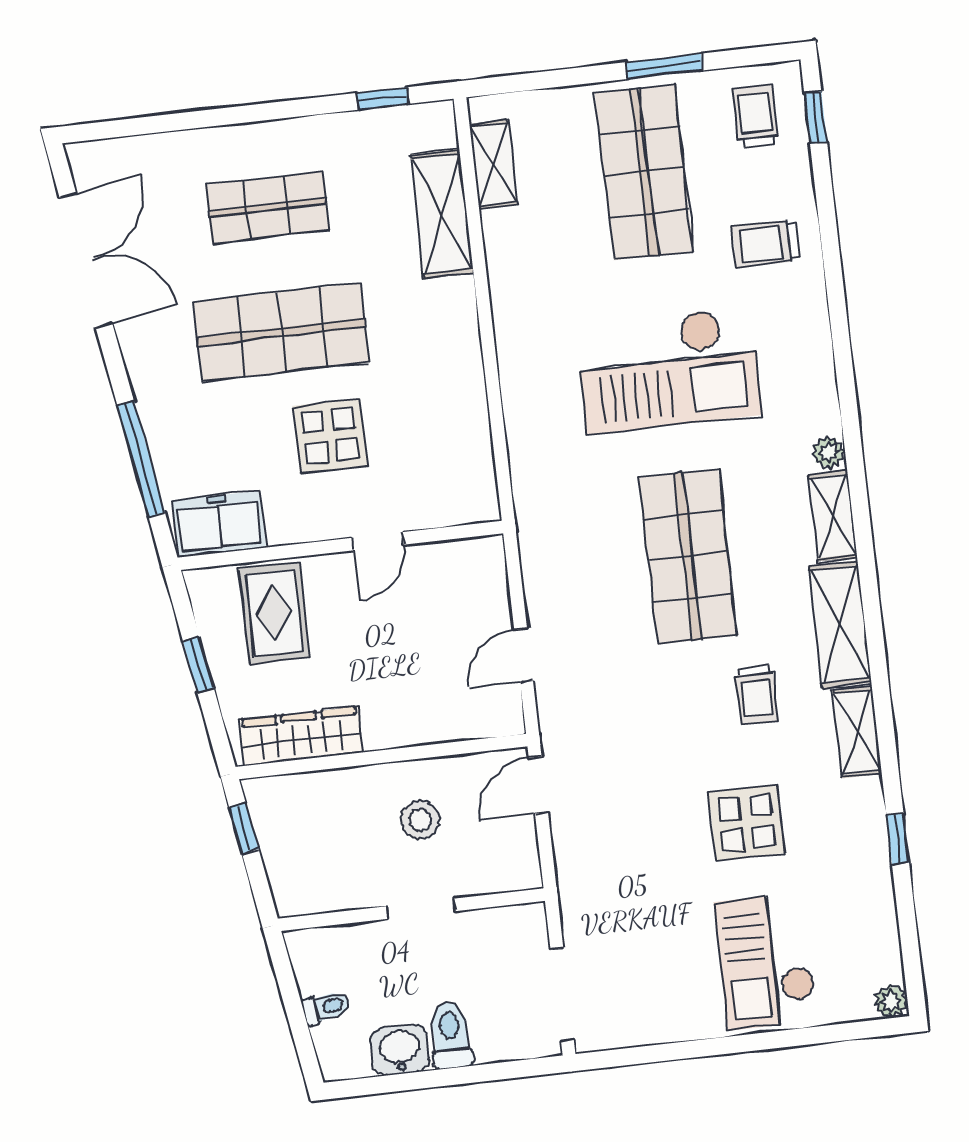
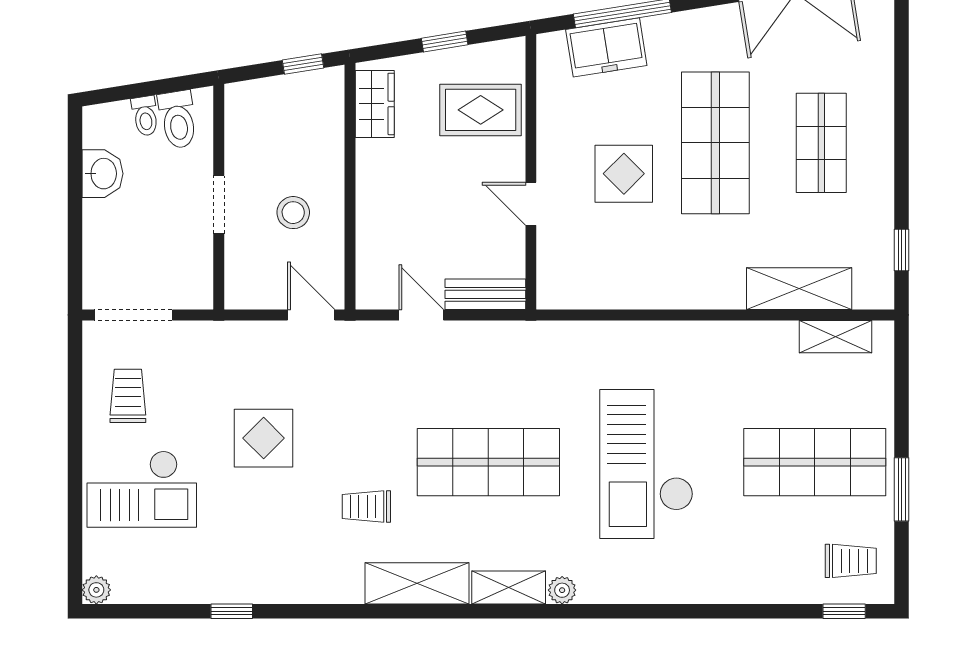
trolley: (766, 244) -> (128, 396), moved
freezer: (219, 524) -> (606, 47), moved, turned 81
bench: (491, 583) -> (485, 294), added
shelving: (857, 732) -> (325, 587), removed
wardrobe: (301, 736) -> (375, 104), width x0.67
display table: (746, 823) -> (264, 438), moved
checkout: (766, 961) -> (142, 489), turned 180
toilet: (450, 1035) -> (178, 120), moved, turned 81

